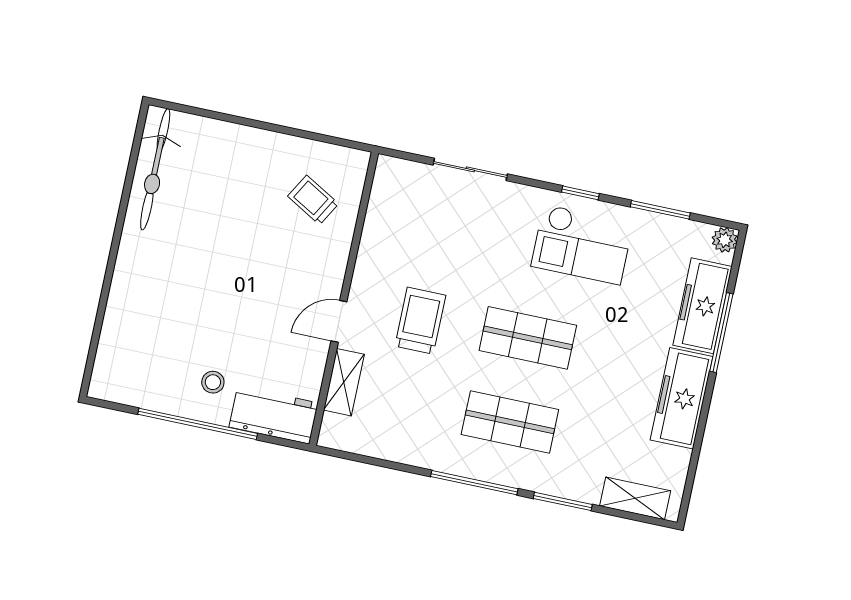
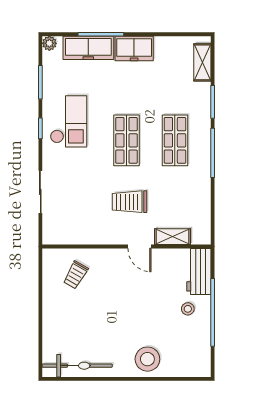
stool: (141, 294) -> (147, 359), added
freezer: (682, 398) -> (134, 48), width x0.71

